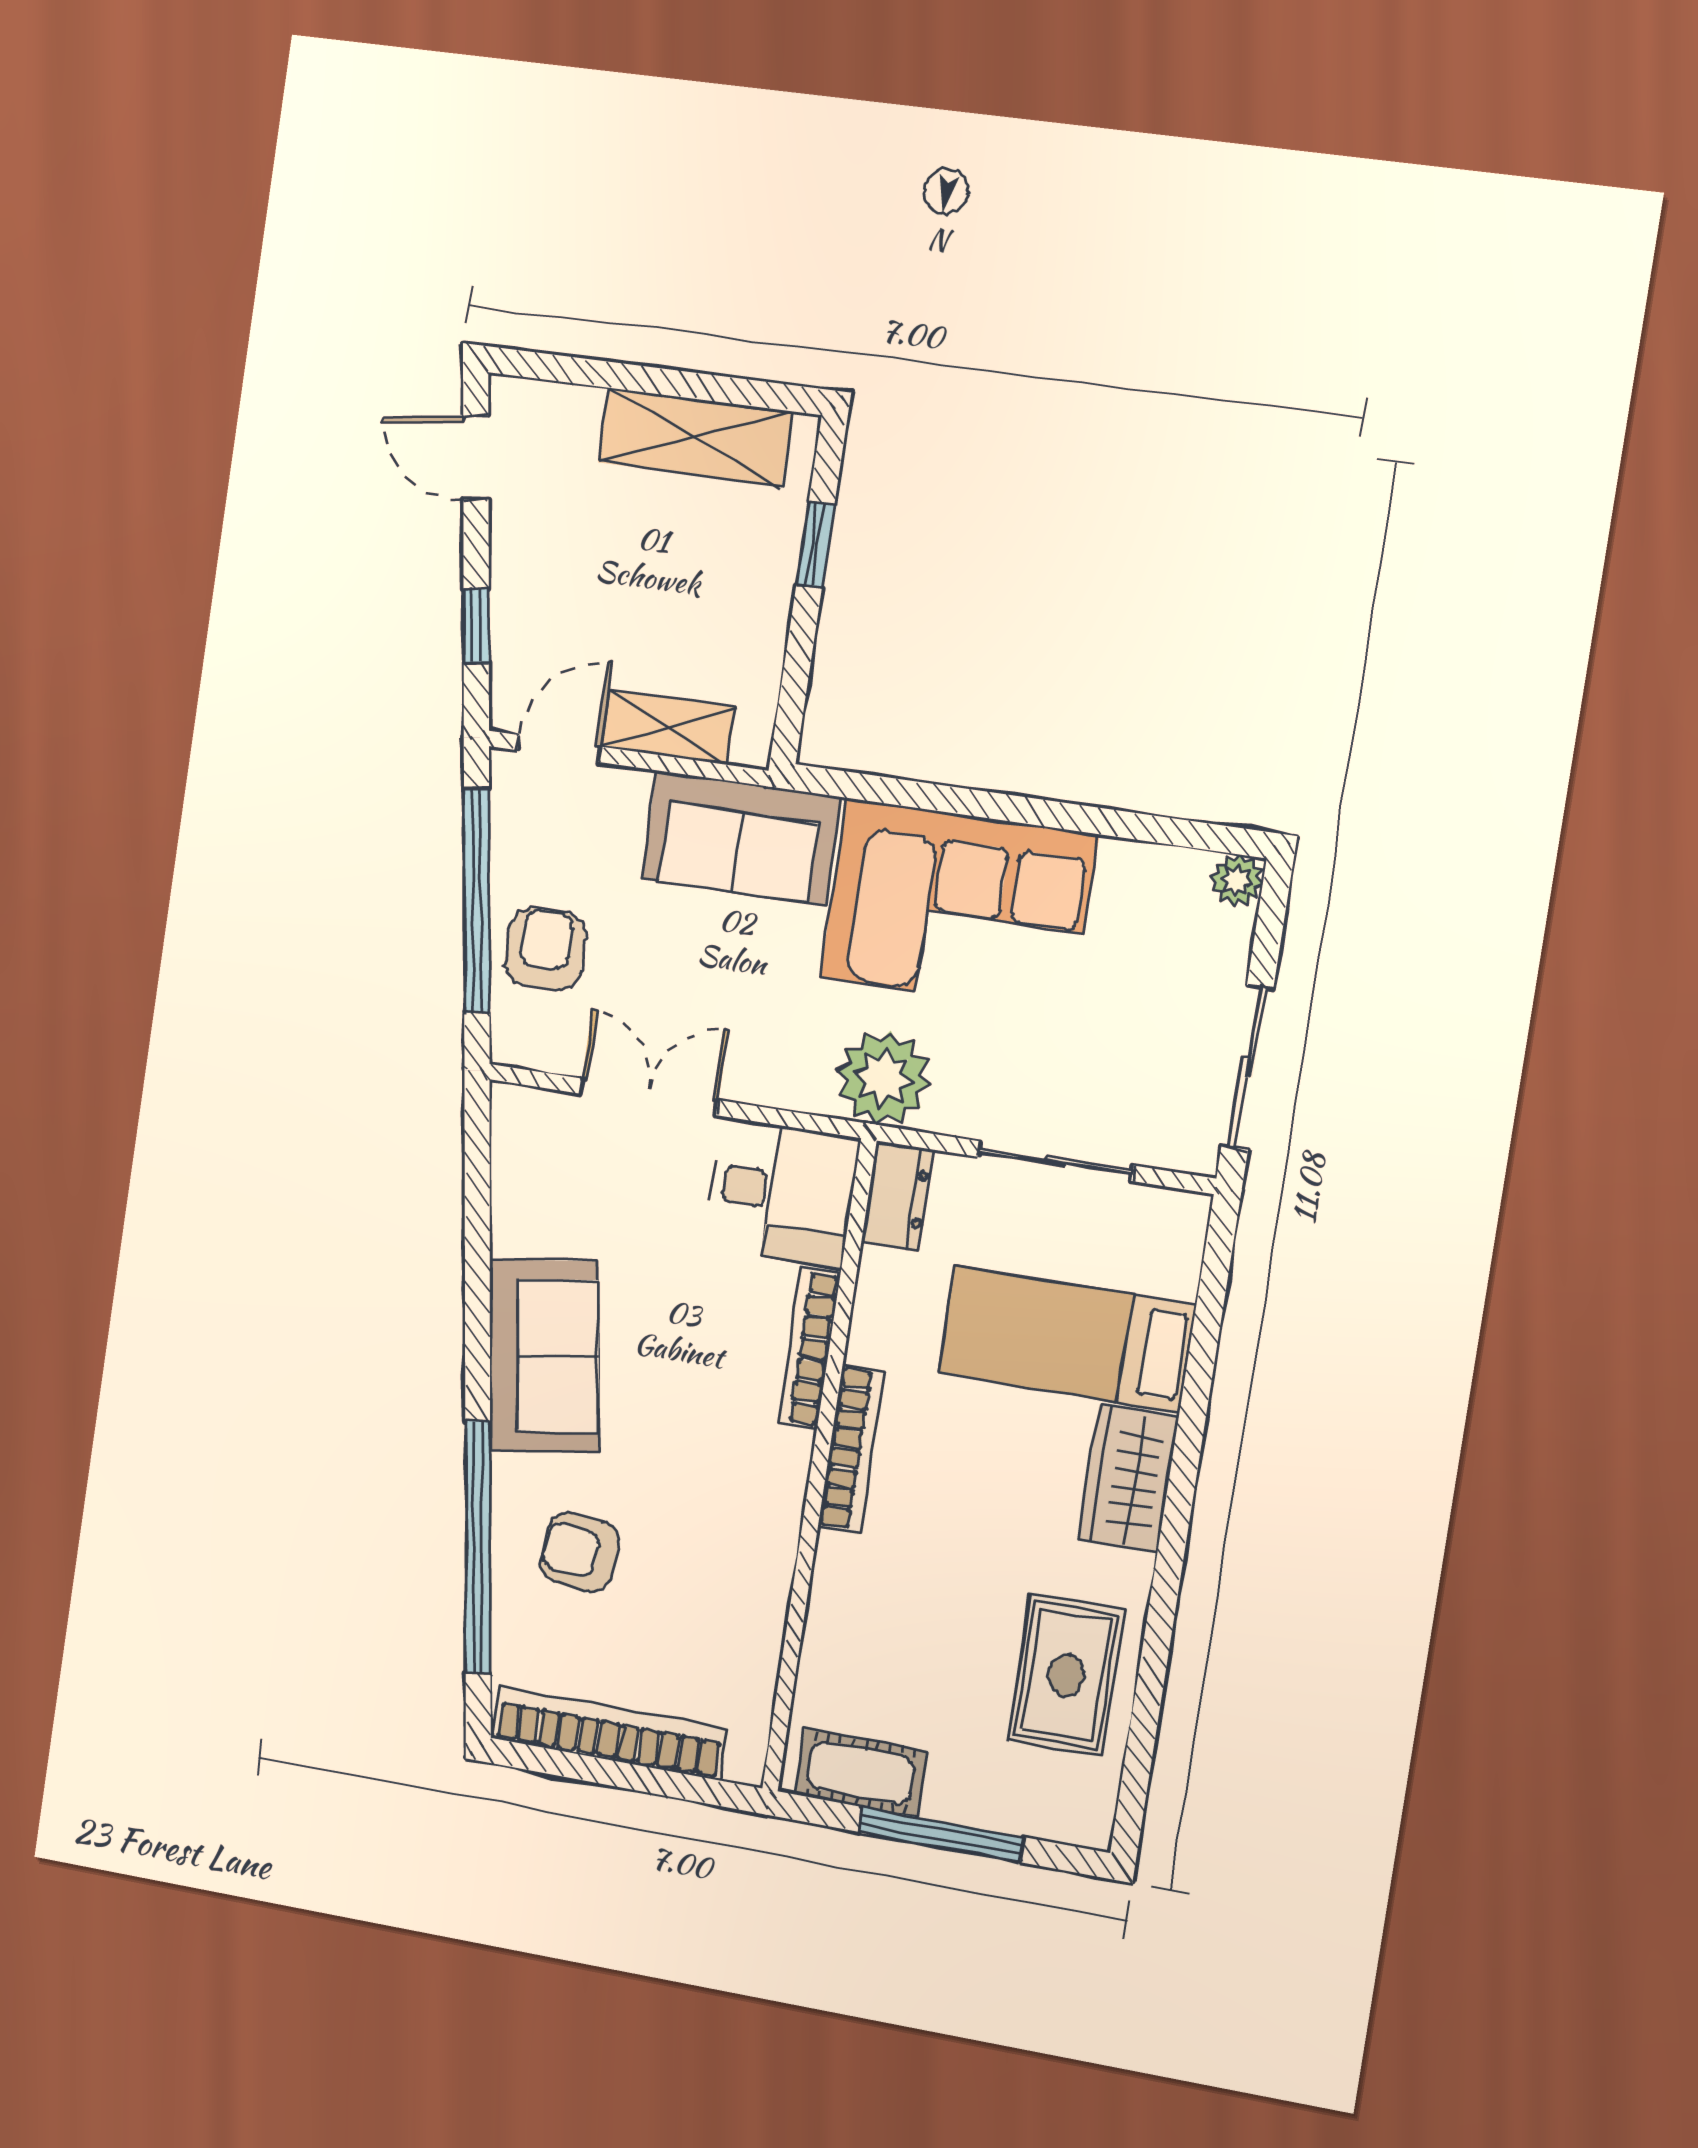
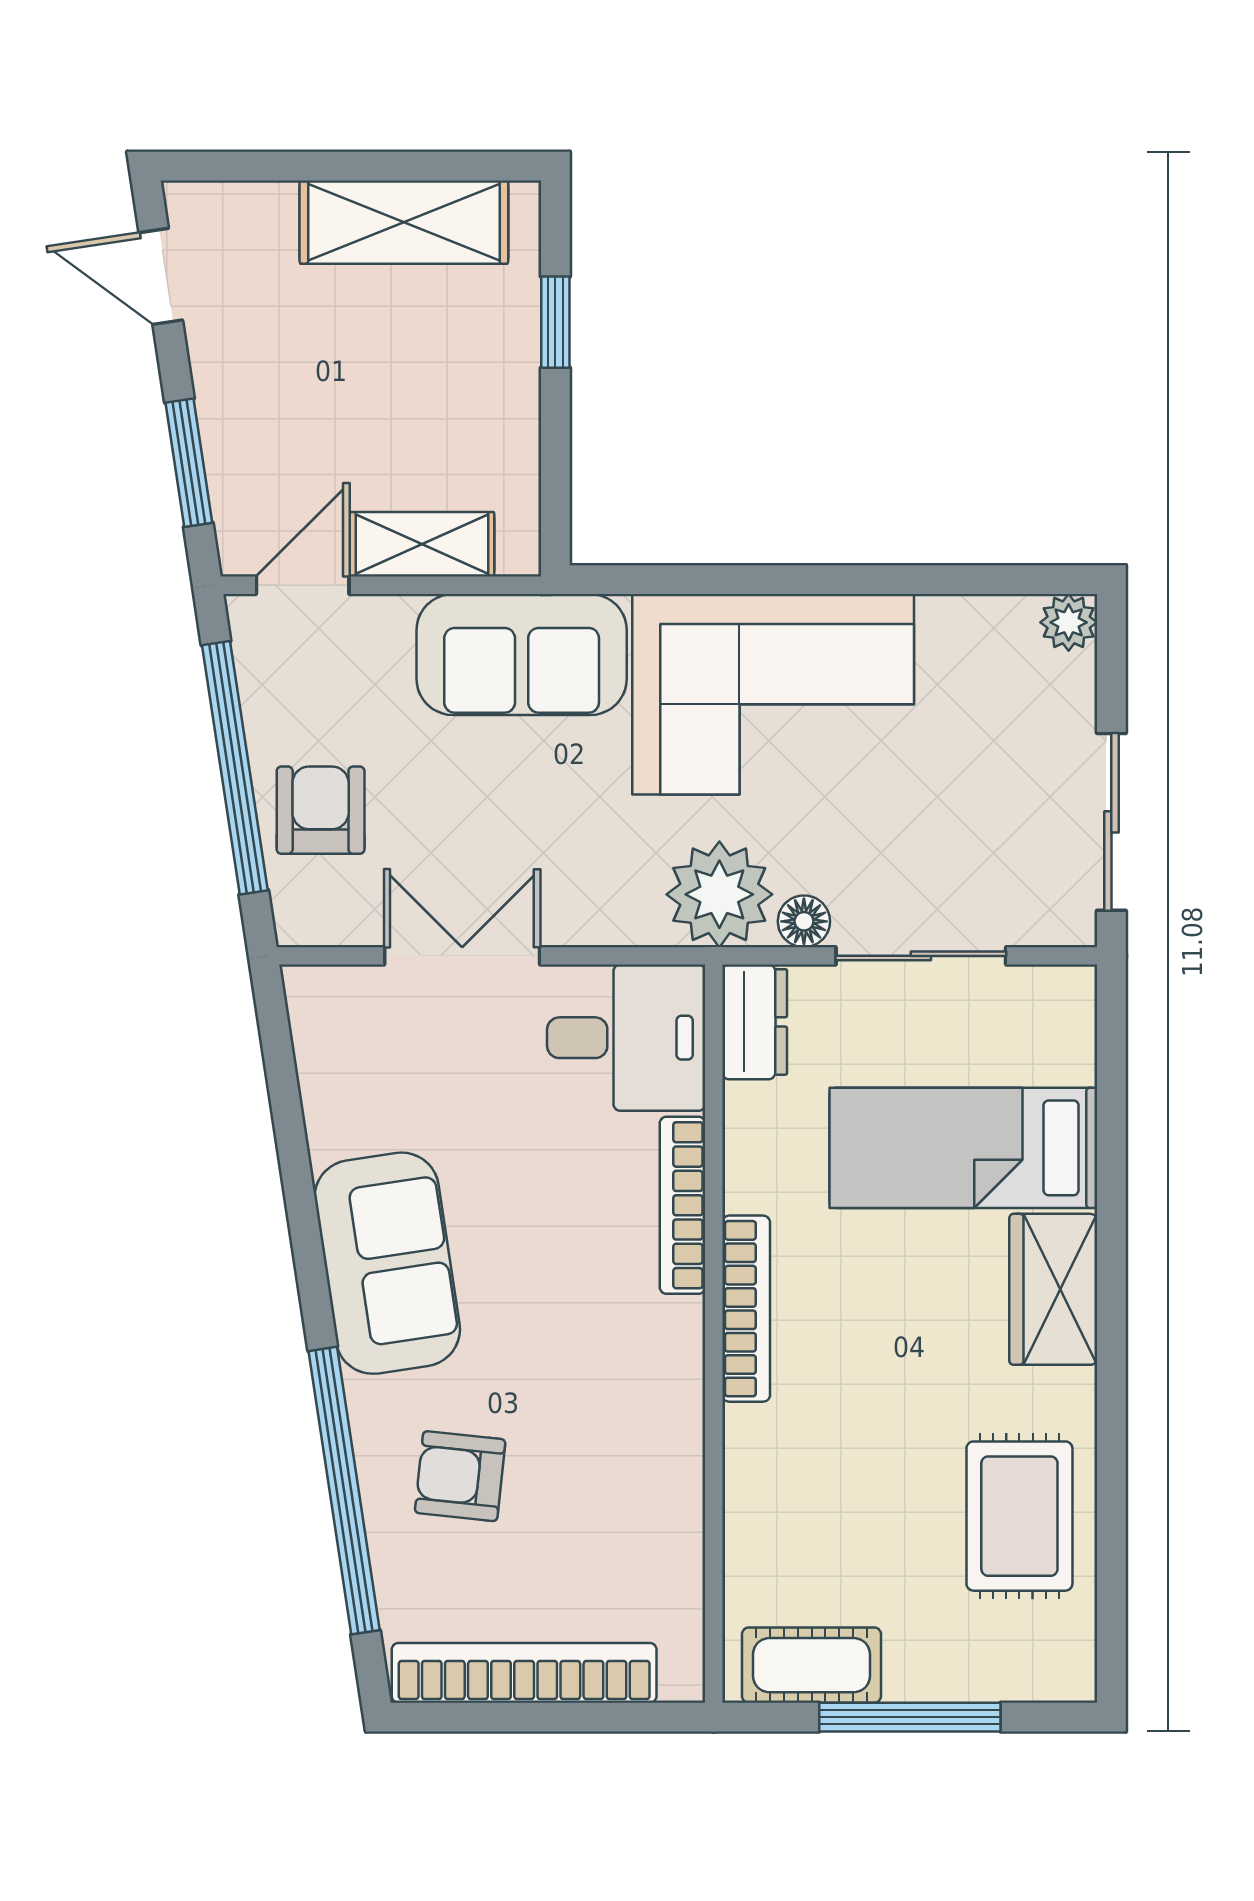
window: (476, 626) -> (189, 463), width x1.50
floor lamp: (955, 1114) -> (804, 921), added

